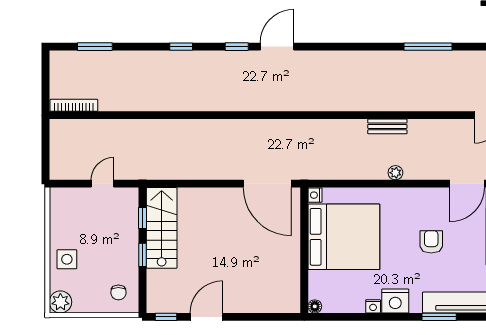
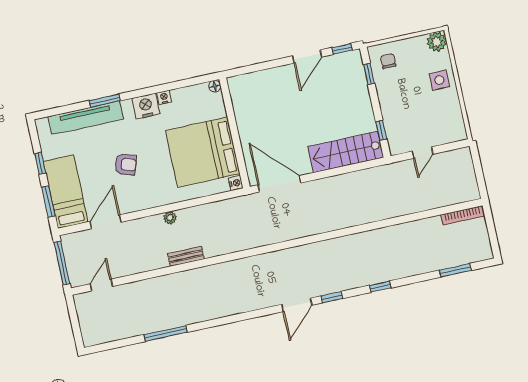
stairs: (162, 228) -> (346, 152), moved, turned 90
armchair: (431, 242) -> (126, 164), turned -72
window: (143, 255) -> (369, 74), moved

